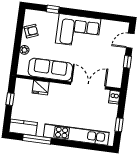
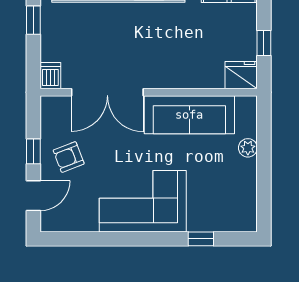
armchair: (31, 31) -> (69, 157), moved
fridge: (41, 87) -> (241, 75), moved

